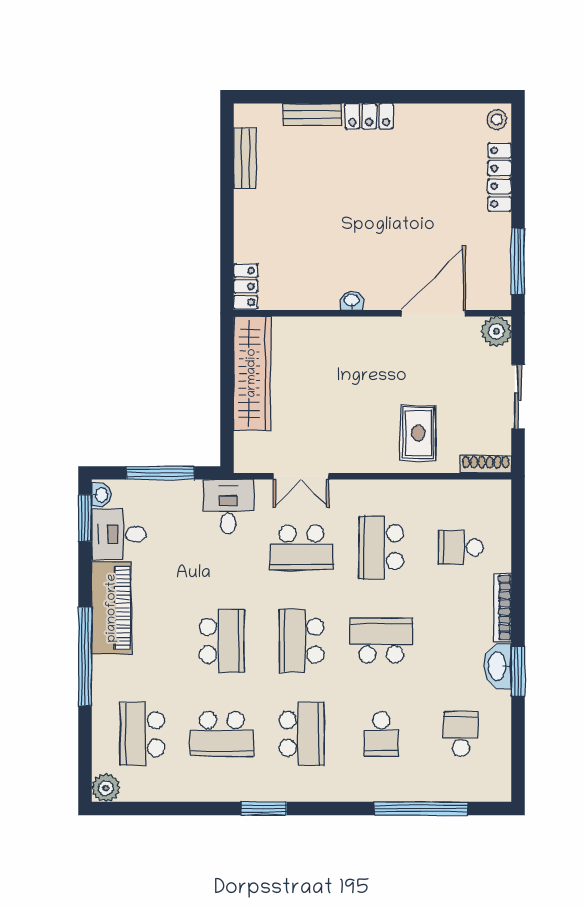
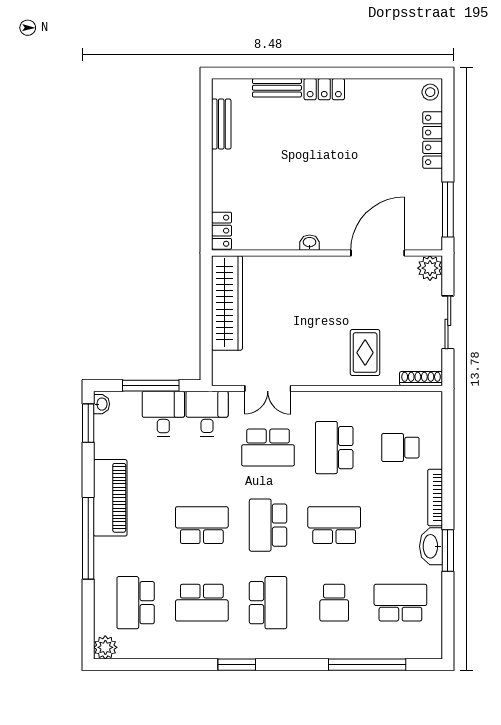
desk: (119, 534) -> (163, 414), moved, turned 90
school desk: (222, 641) -> (202, 525), turned -90
school desk: (461, 734) -> (400, 603), width x1.85

